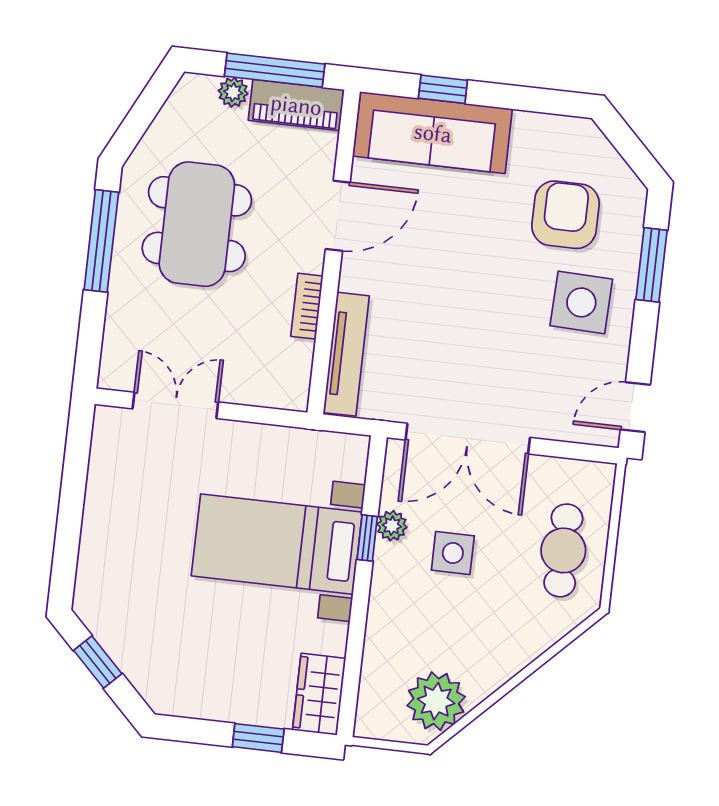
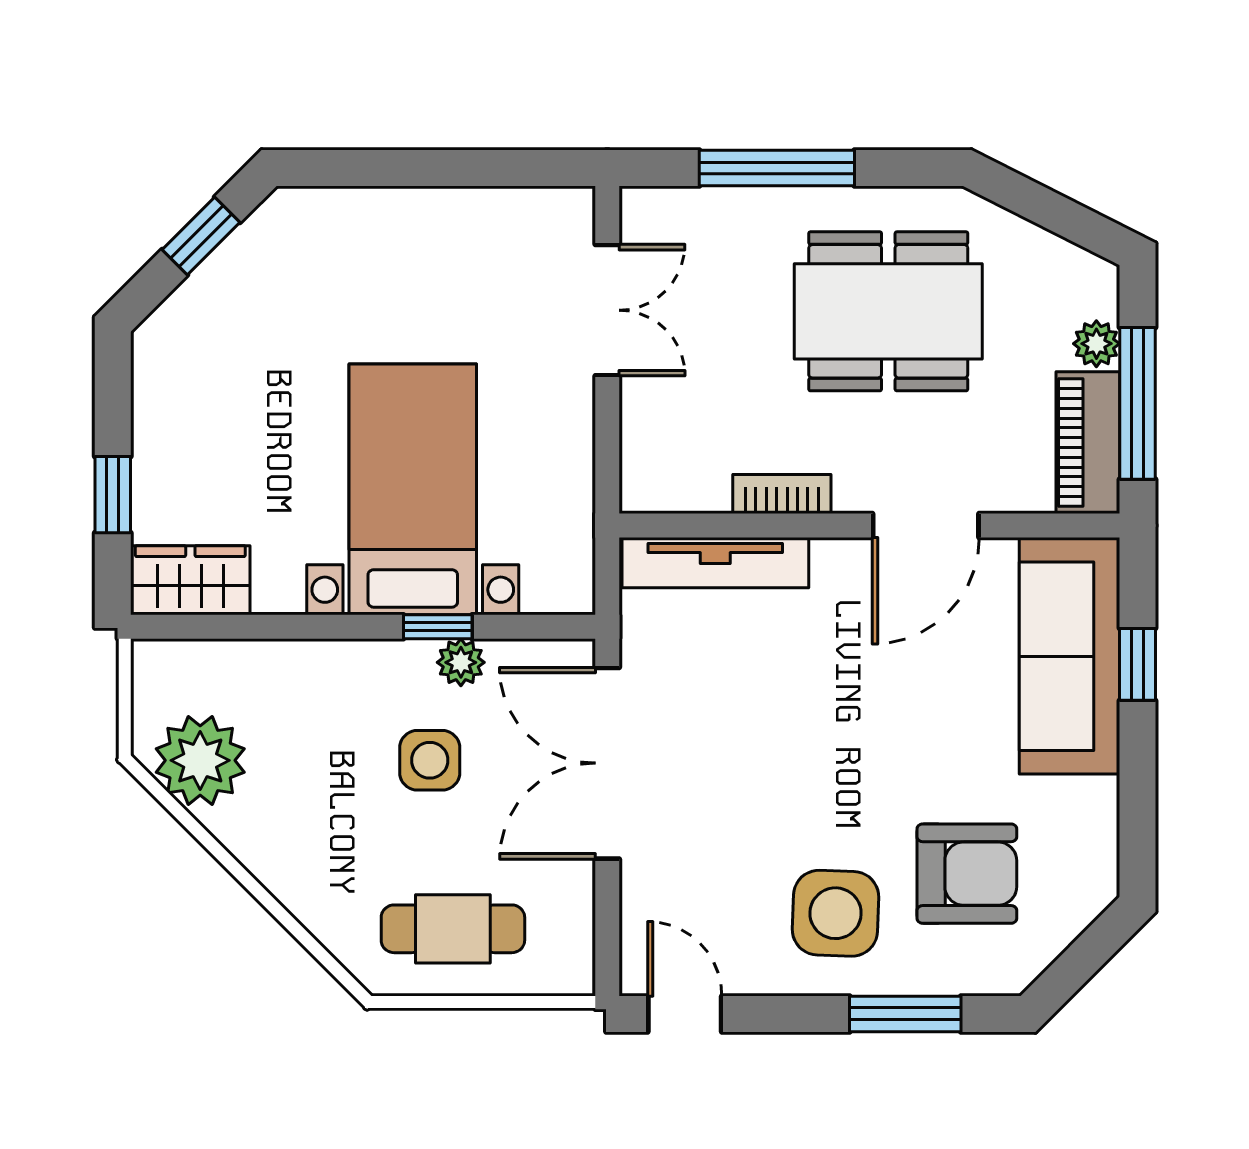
door: (338, 216) -> (926, 525), hinge flipped
window: (101, 241) -> (777, 168), moved

